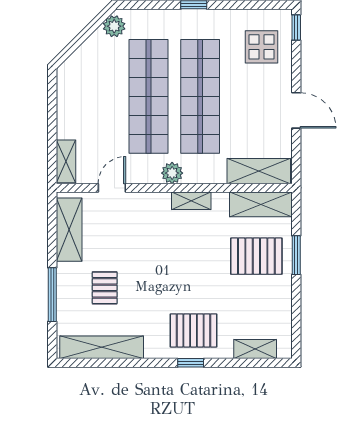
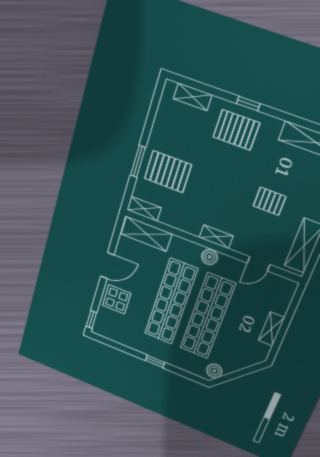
display table: (262, 47) -> (117, 299), moved
door: (296, 110) -> (107, 266), swing flipped
shelving: (66, 161) -> (271, 329), moved
shelving: (191, 201) -> (216, 237), moved
shelving: (261, 204) -> (144, 209), width x0.67, depth x0.75
pallet: (105, 288) -> (270, 201), moved, turned 90

